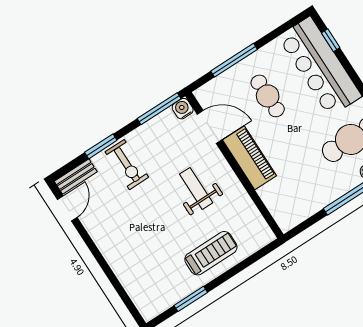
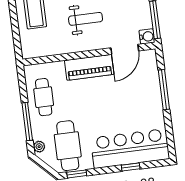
window: (331, 40) -> (131, 167), moved
cafe table: (268, 96) -> (44, 97), moved, turned 90

